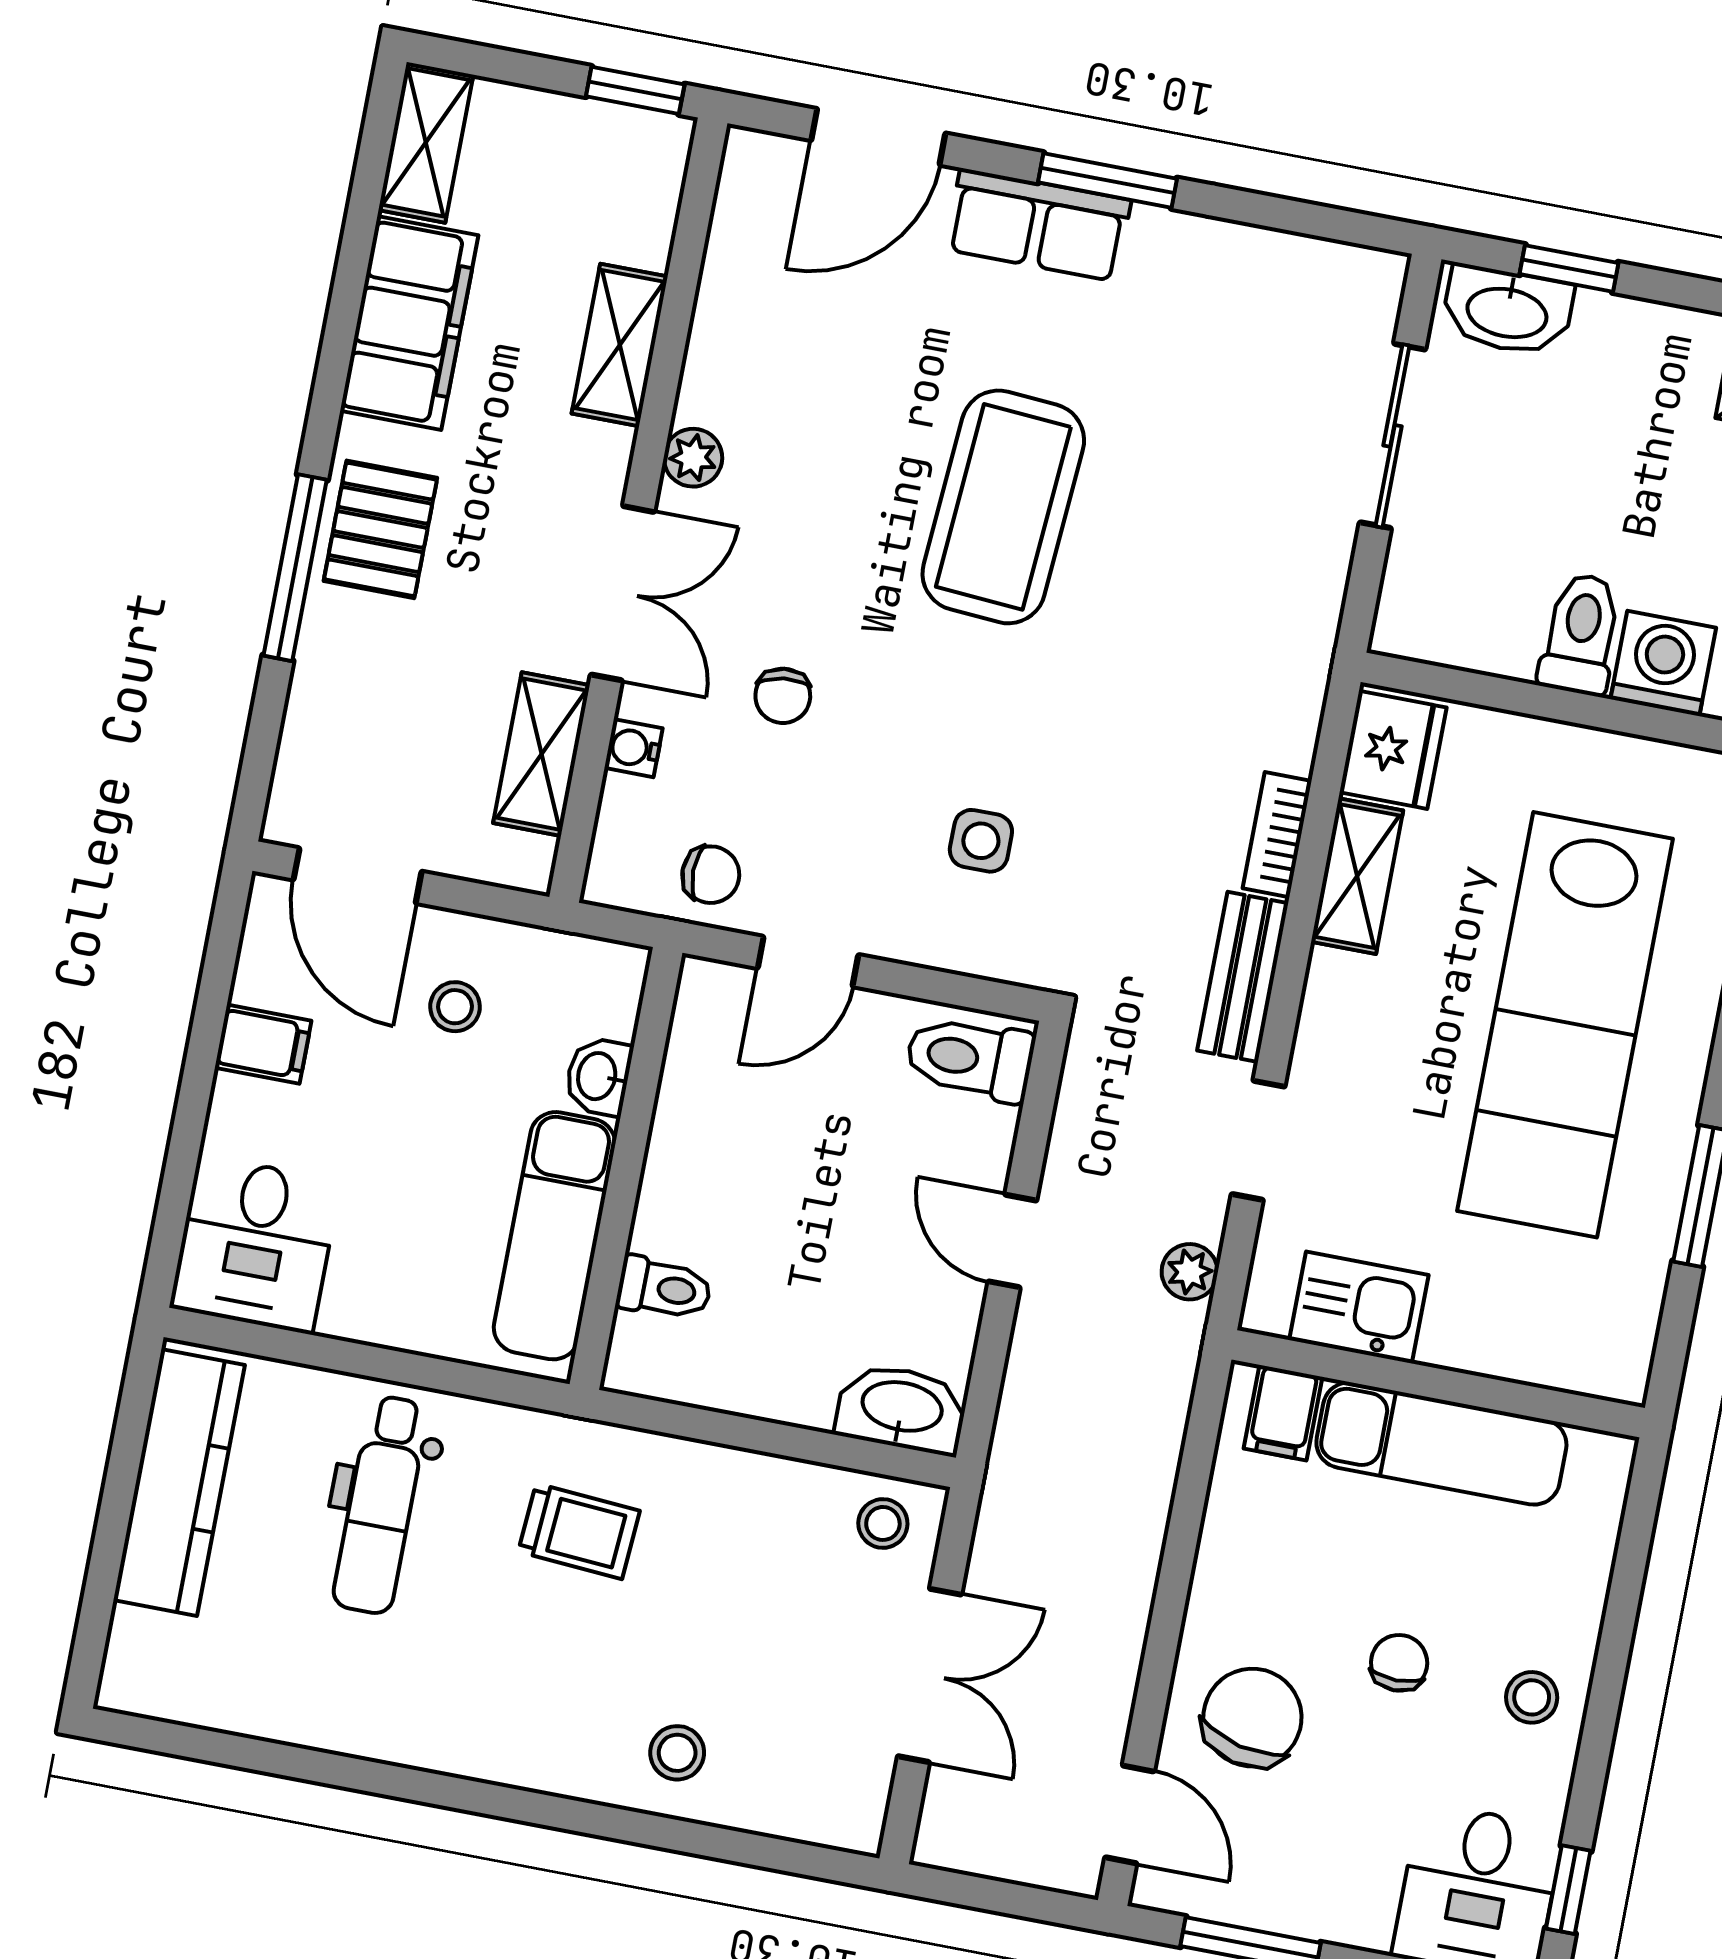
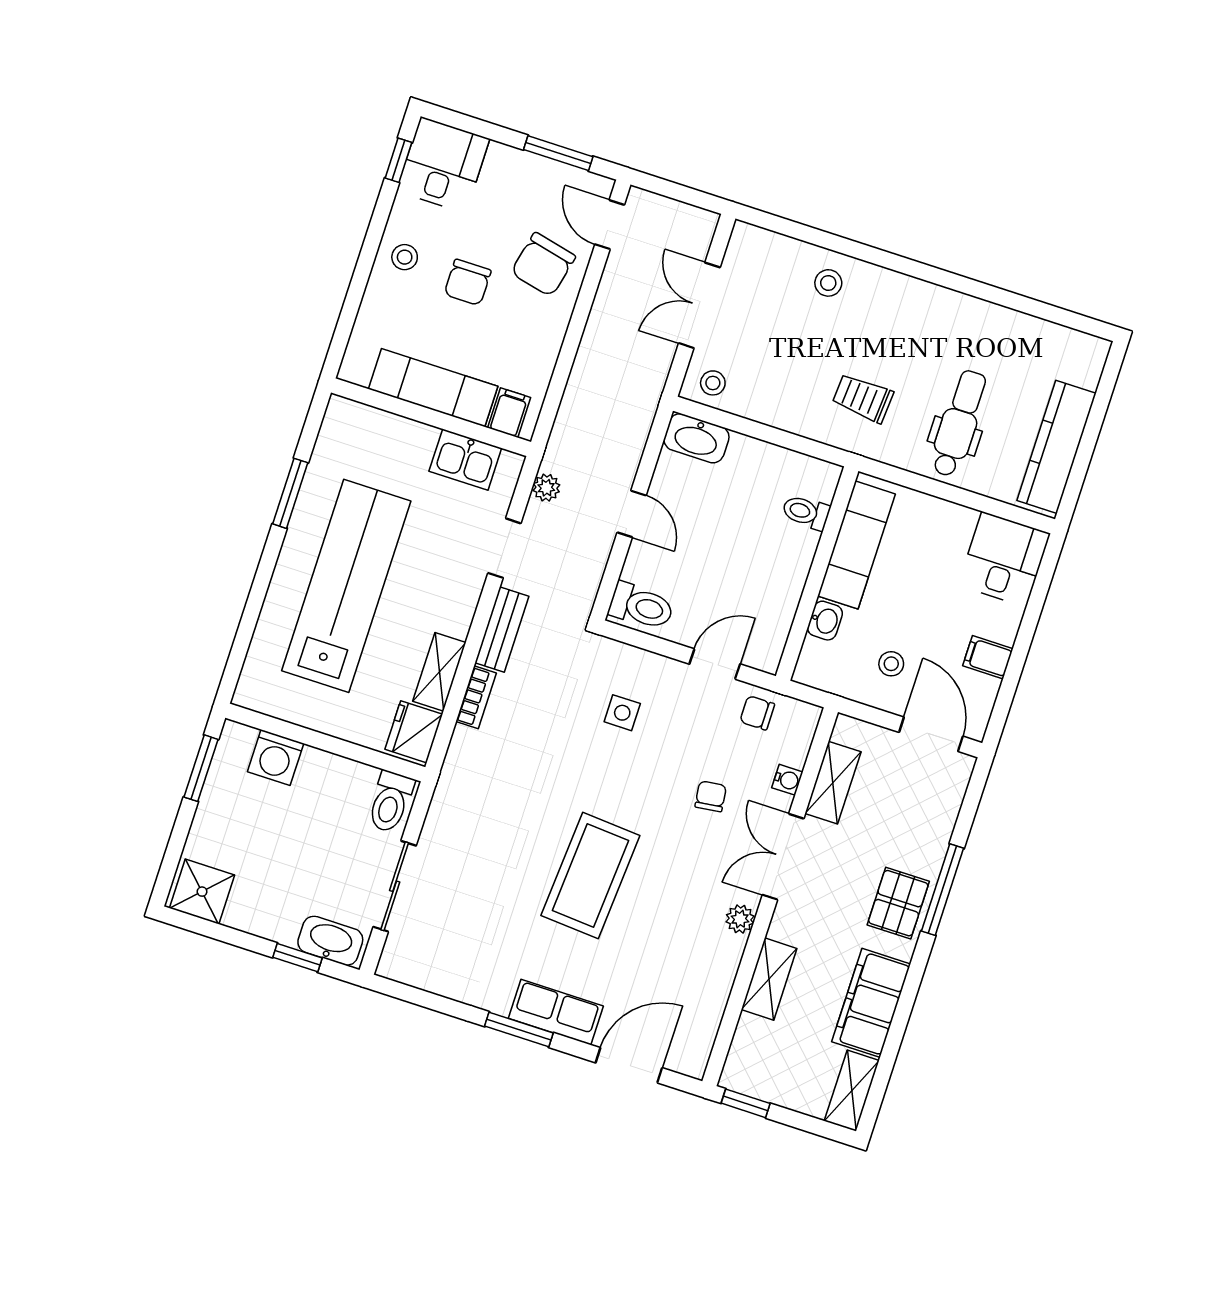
toilet: (1581, 634) -> (390, 802), moved
chair: (1399, 1663) -> (468, 282), width x1.37, depth x1.37

